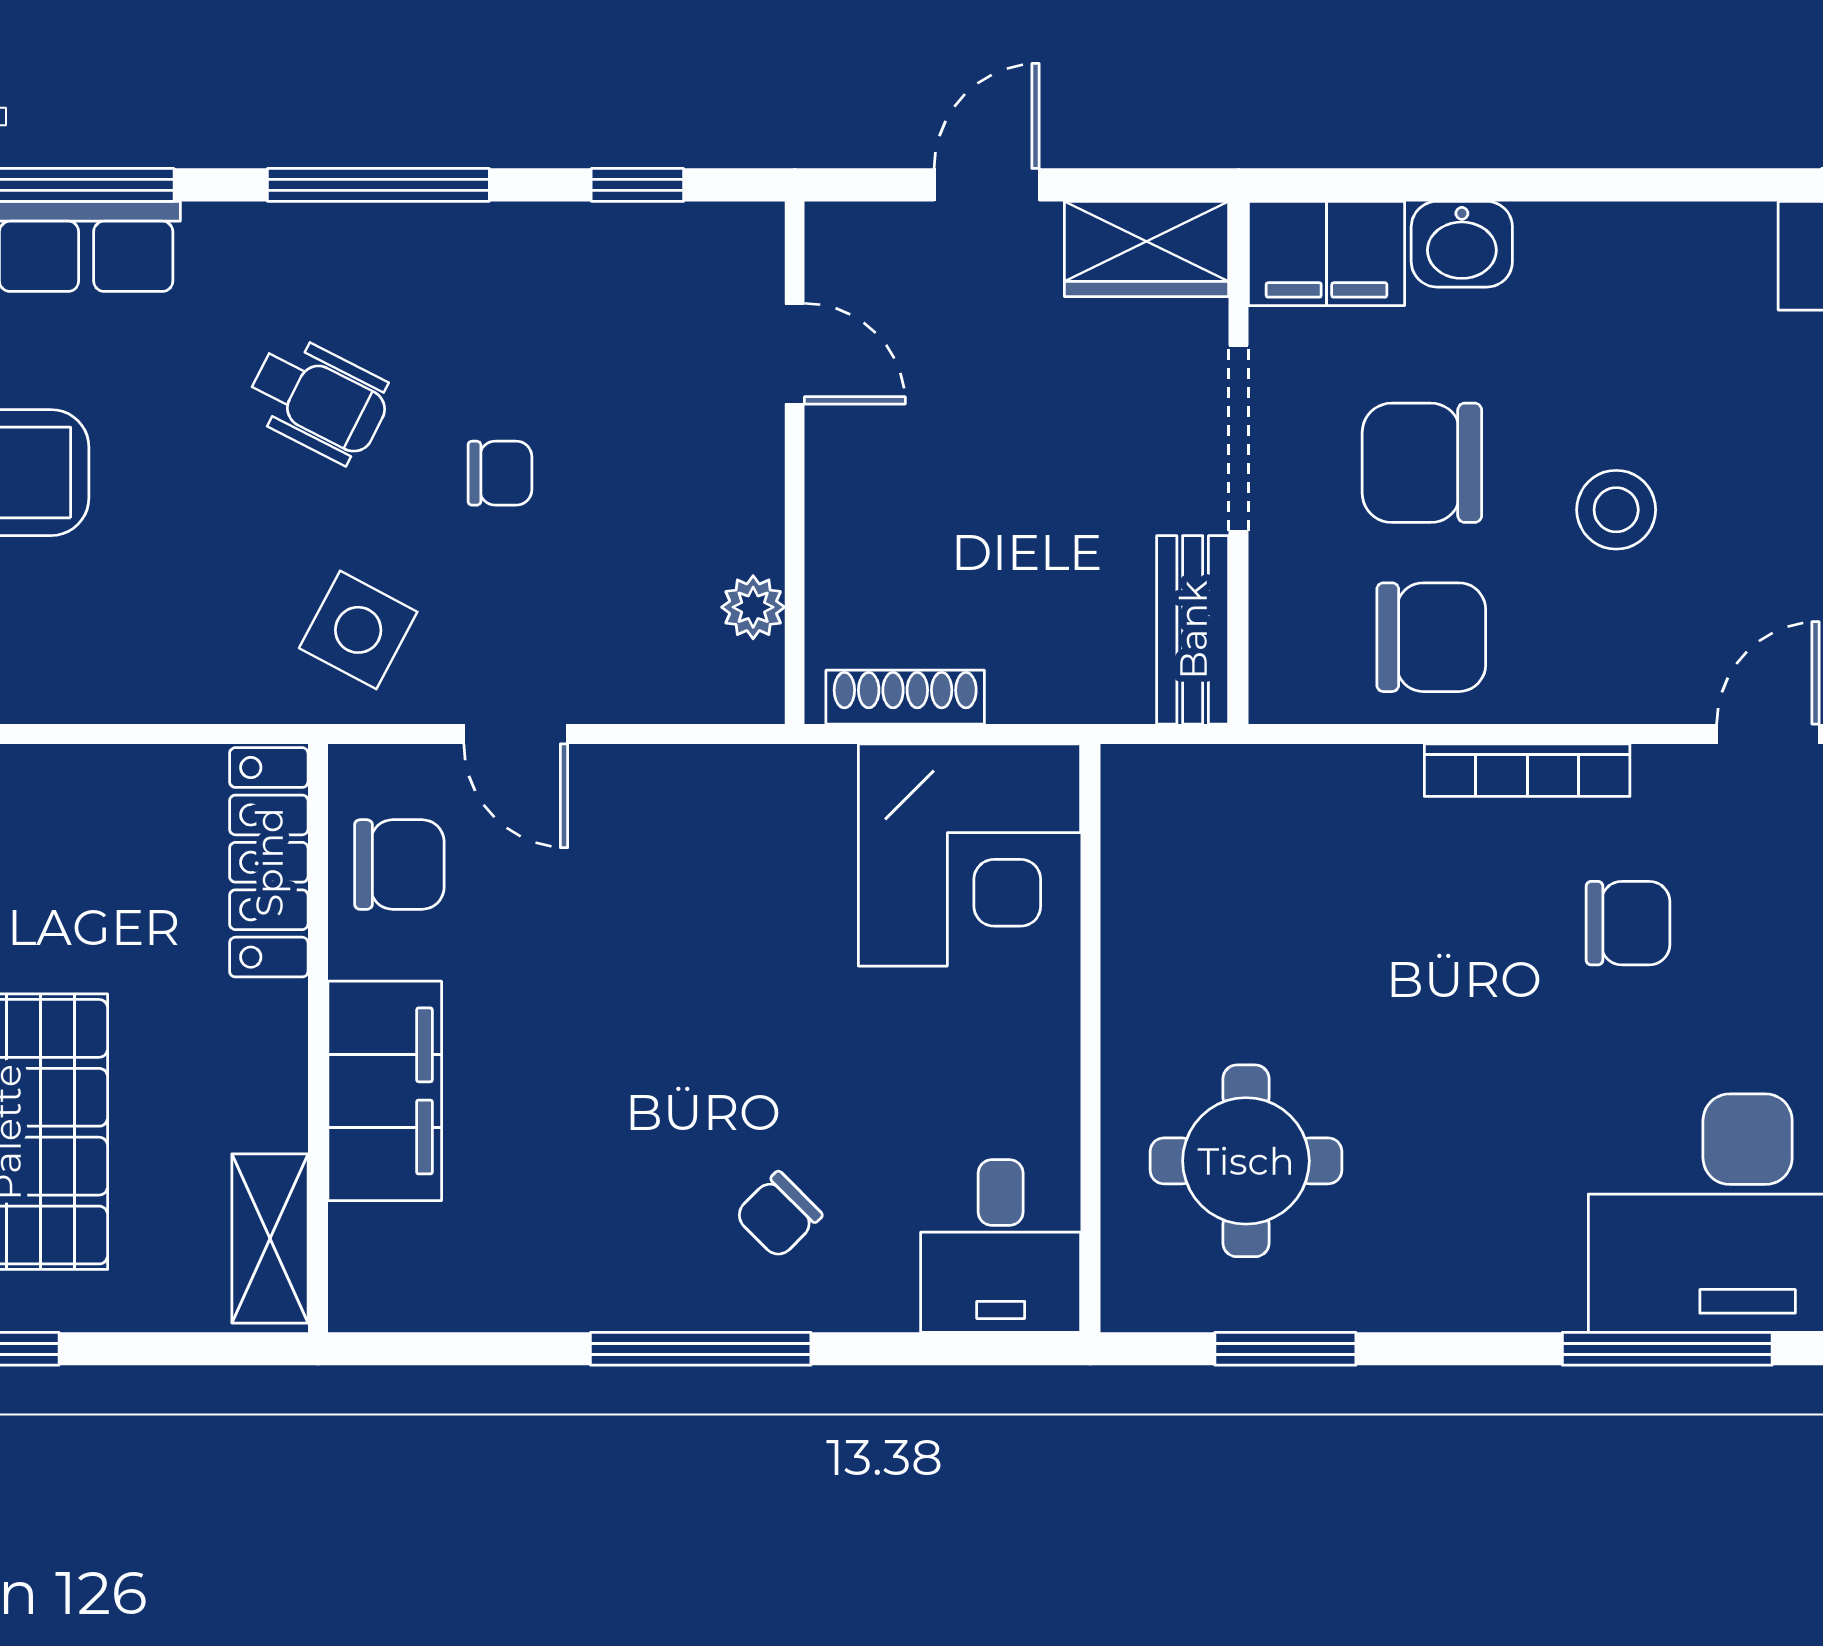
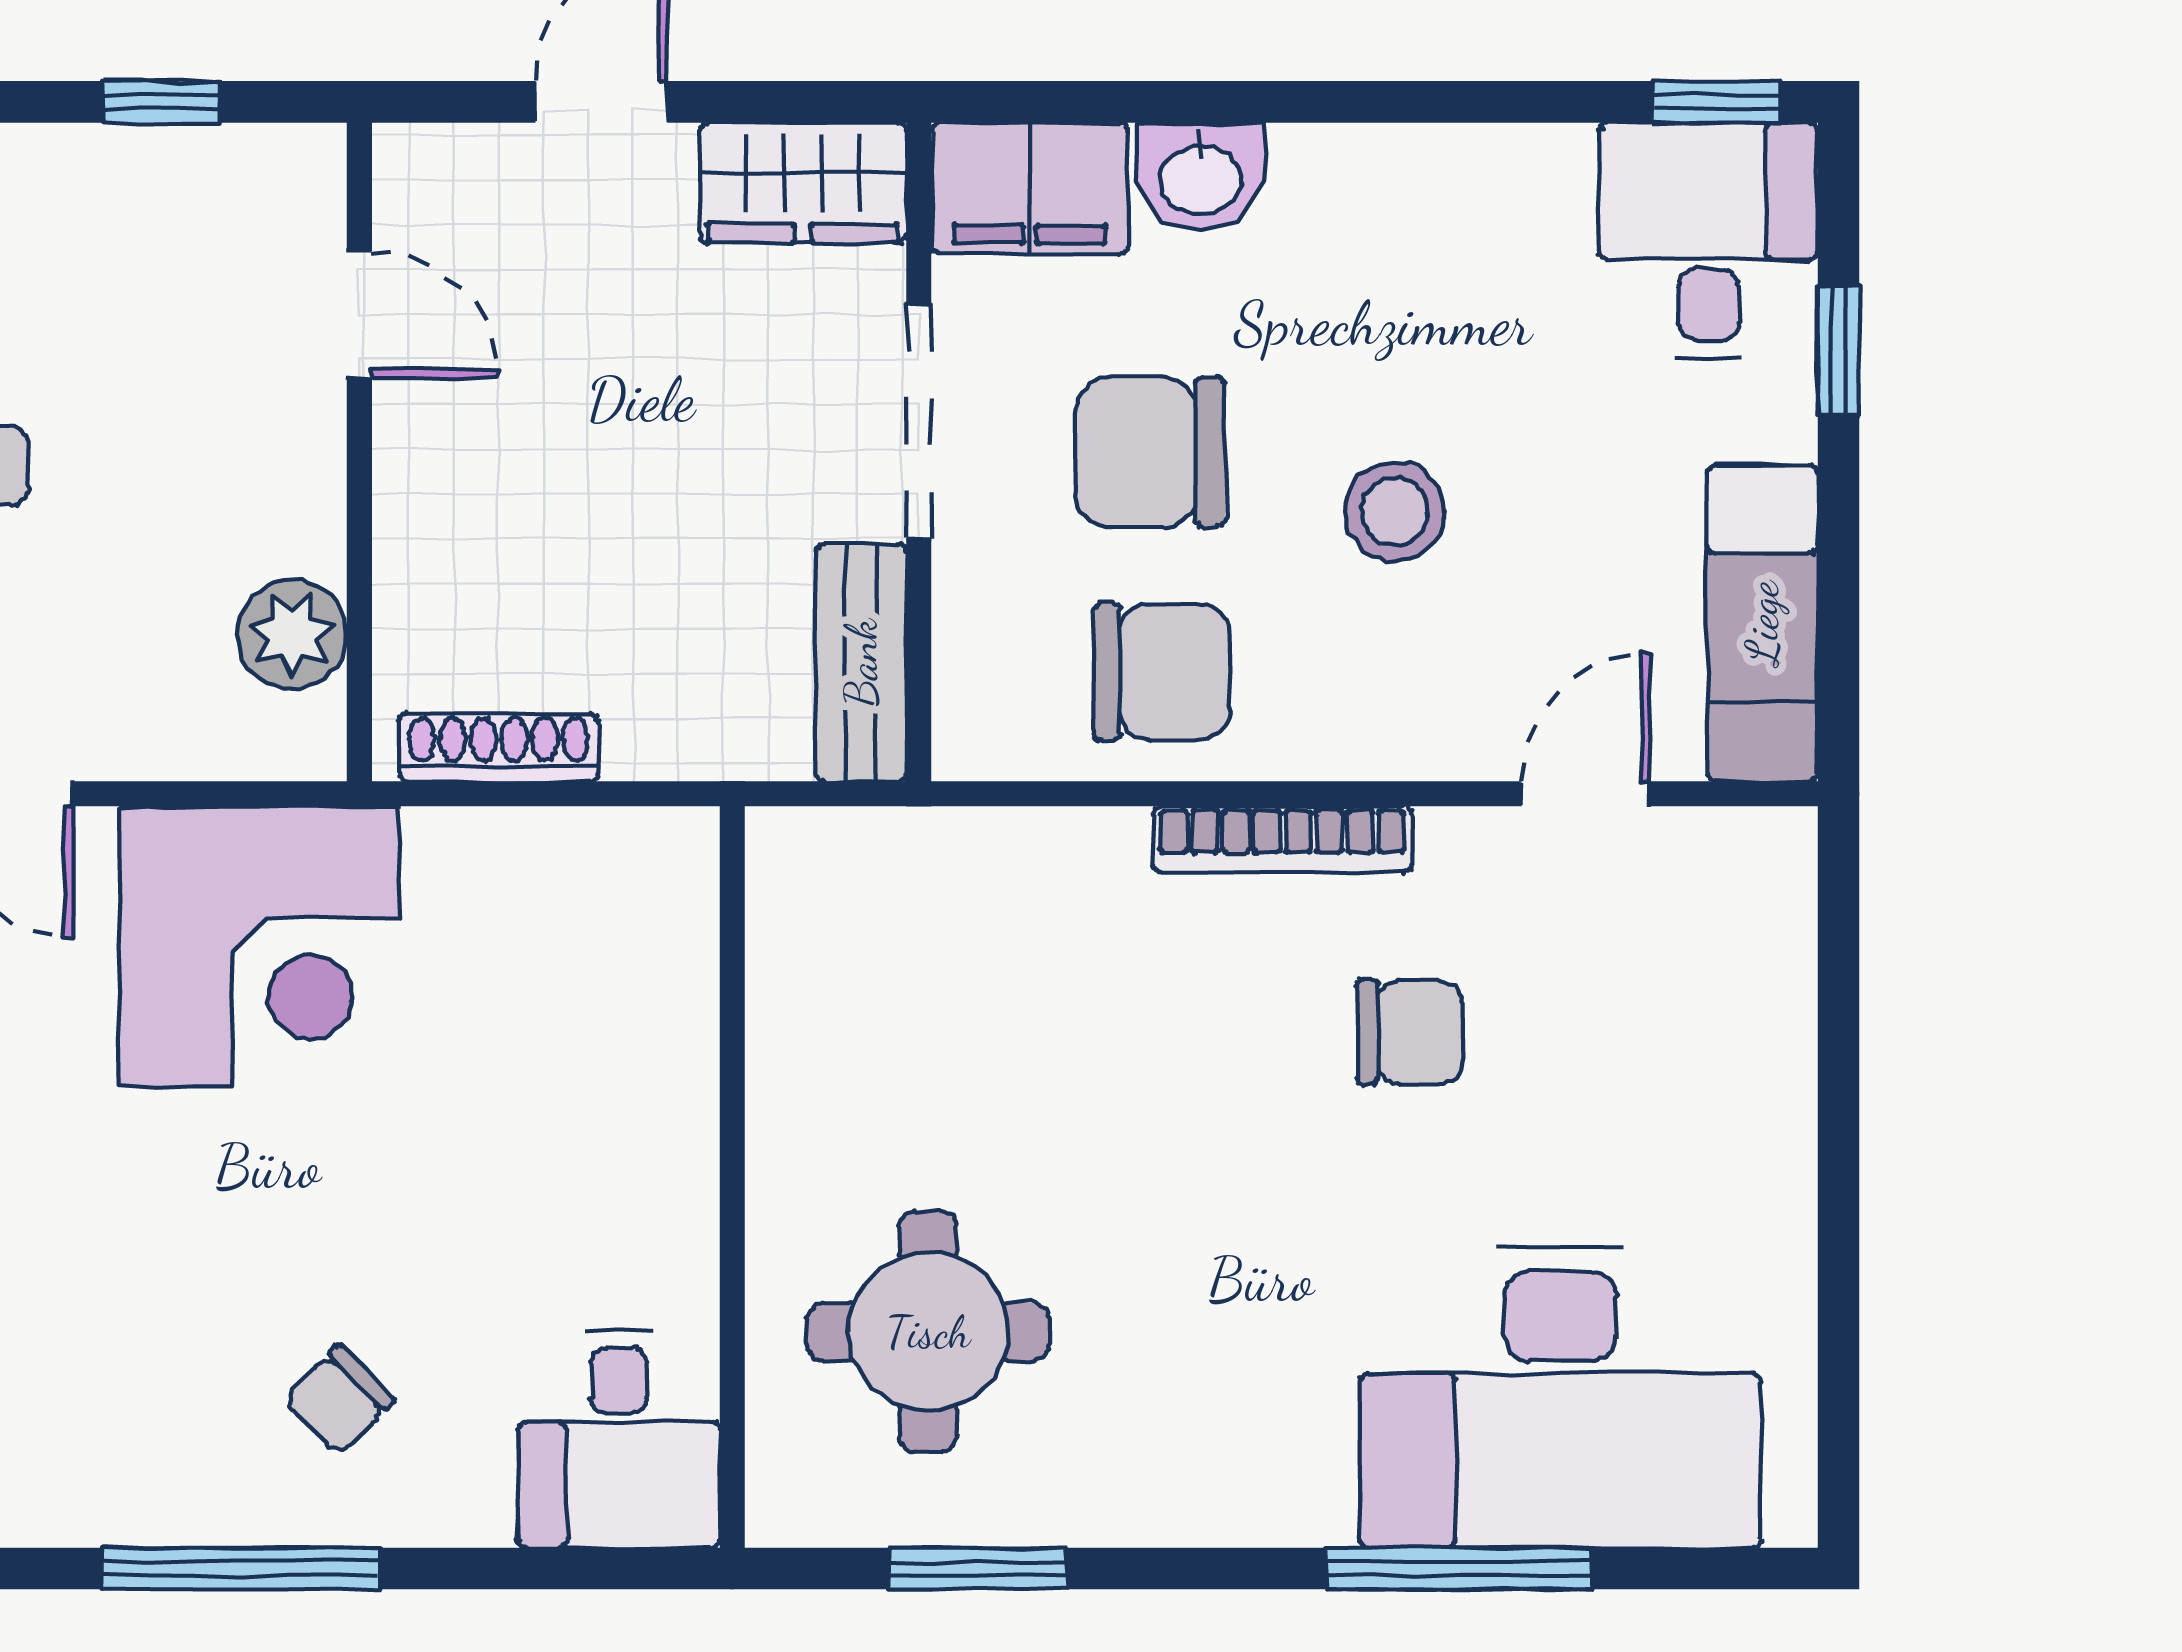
plant: (753, 607) -> (292, 634), width x1.38, depth x1.38
corner desk: (969, 855) -> (260, 946), moved

